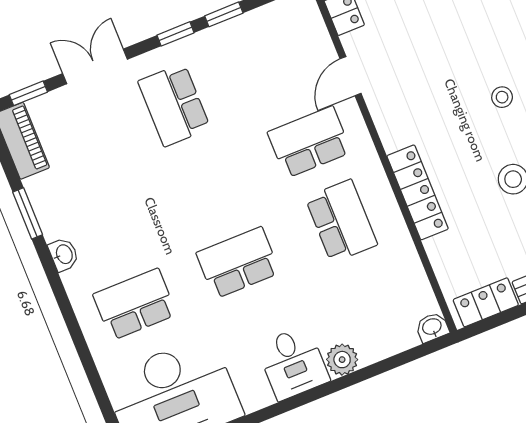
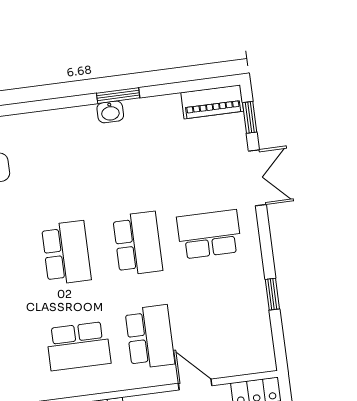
window: (175, 34) -> (267, 250), removed
window: (28, 213) -> (118, 96), moved
school desk: (135, 304) -> (138, 243), moved

